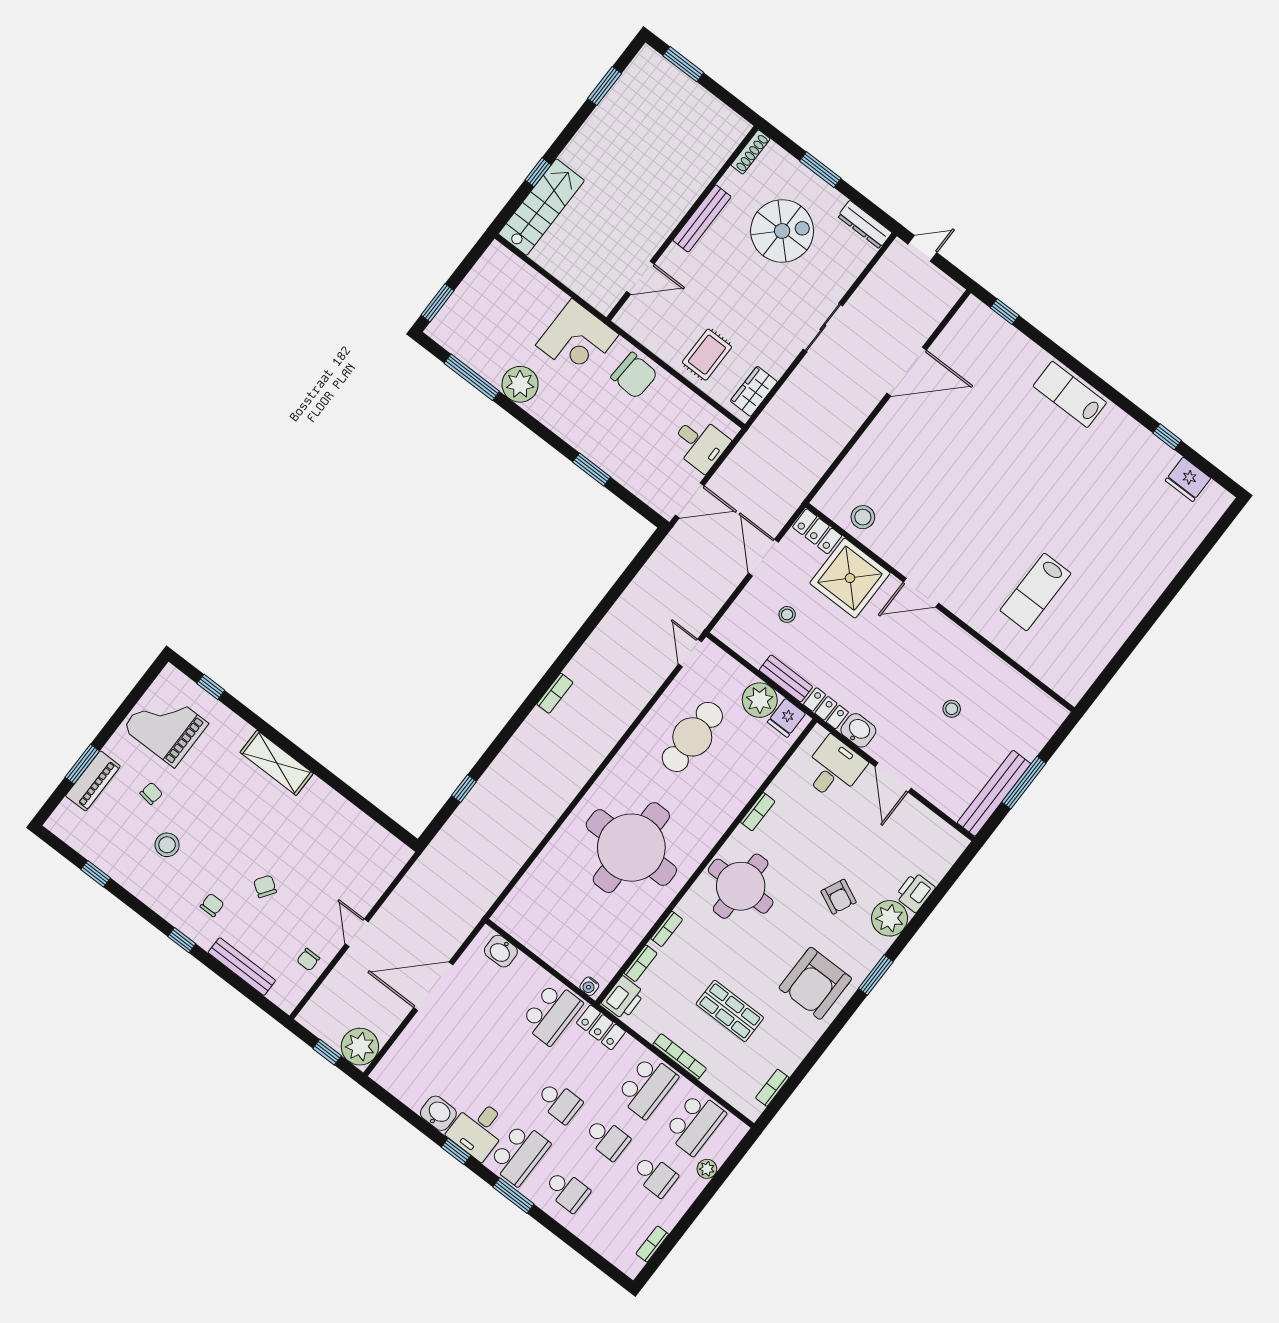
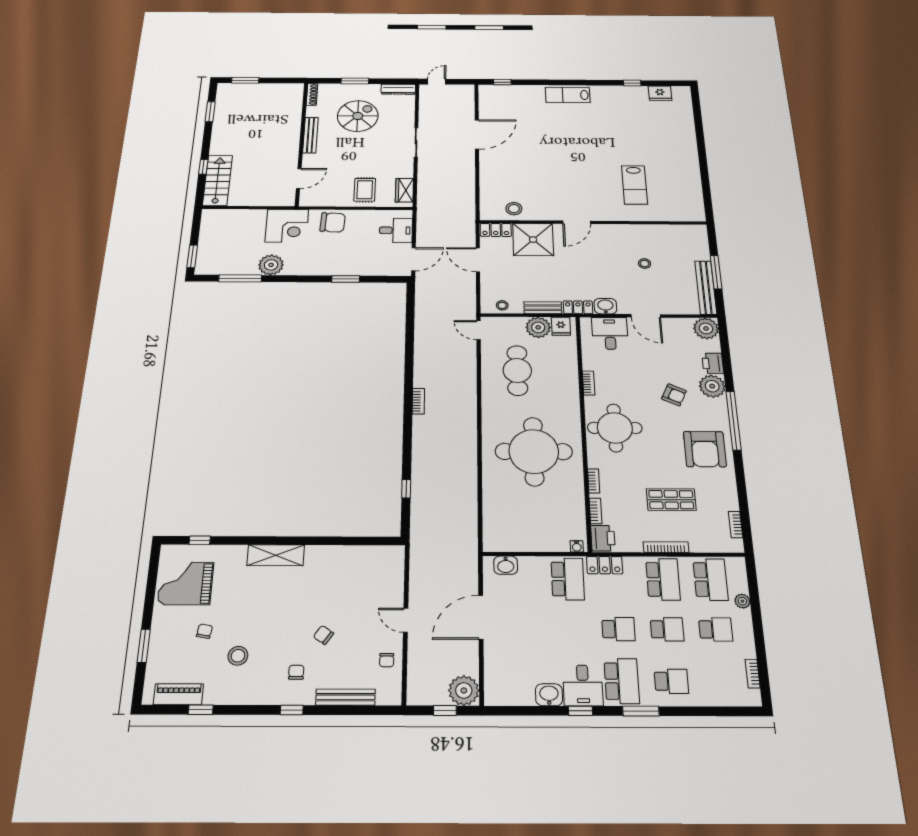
stool: (787, 614) -> (502, 305), moved
piano: (93, 781) -> (178, 694), moved, turned -90
plant: (947, 844) -> (706, 328), added
window: (876, 975) -> (734, 421), width x2.11

